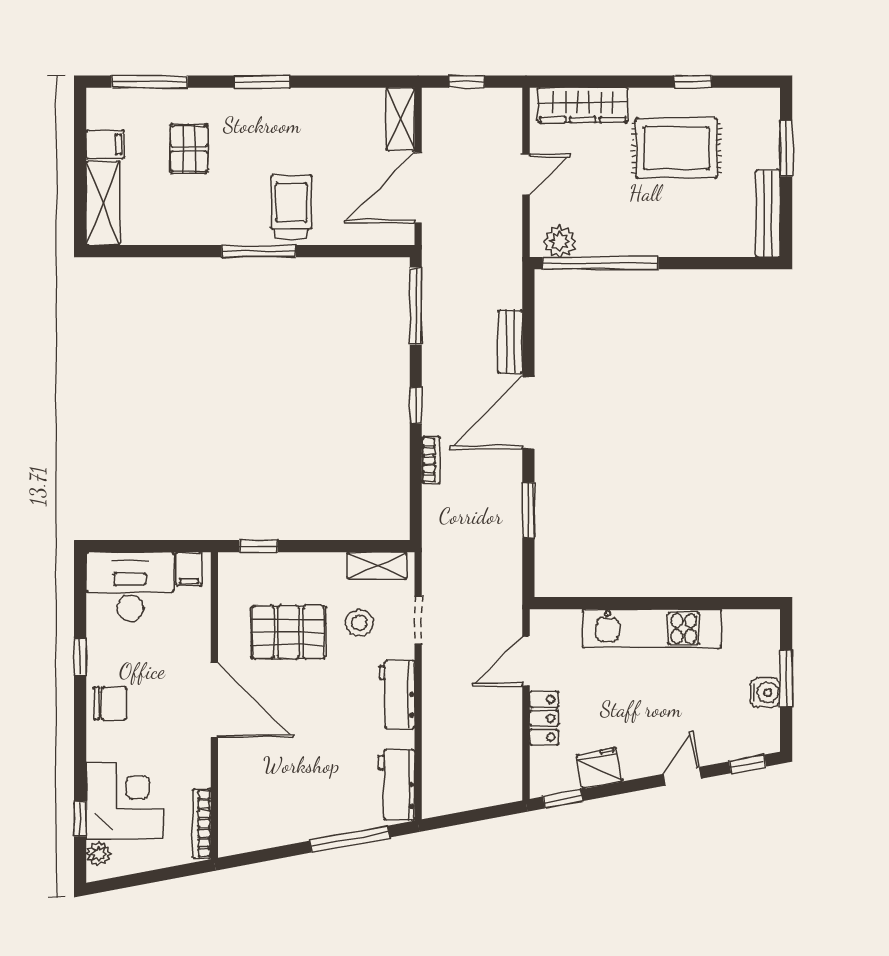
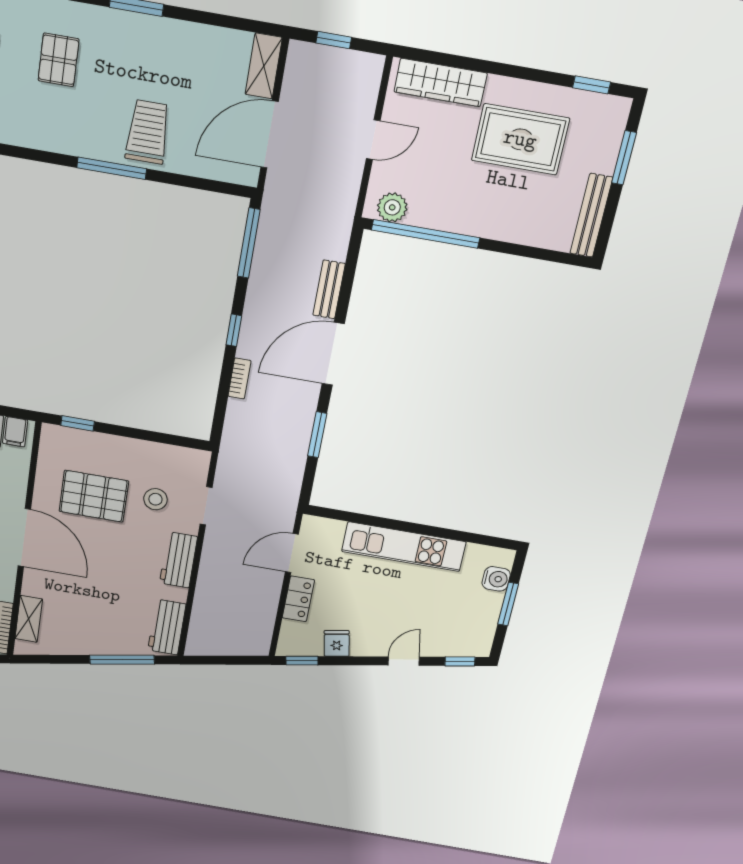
window: (693, 82) -> (592, 85), moved
shelving: (377, 566) -> (29, 619), moved, turned 90
water cooler: (765, 692) -> (496, 579), moved
fridge: (599, 768) -> (337, 643), width x0.72

